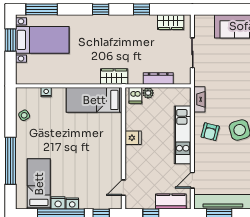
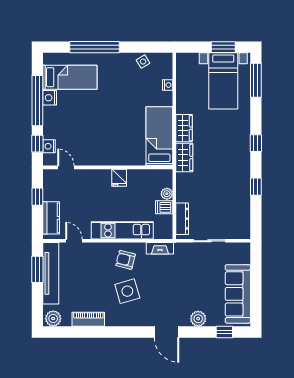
wardrobe: (171, 22) -> (184, 128), moved, turned 180
dresser: (158, 79) -> (182, 219), moved
dishwasher: (135, 95) -> (164, 207), moved
nightstand: (72, 204) -> (49, 146), moved

